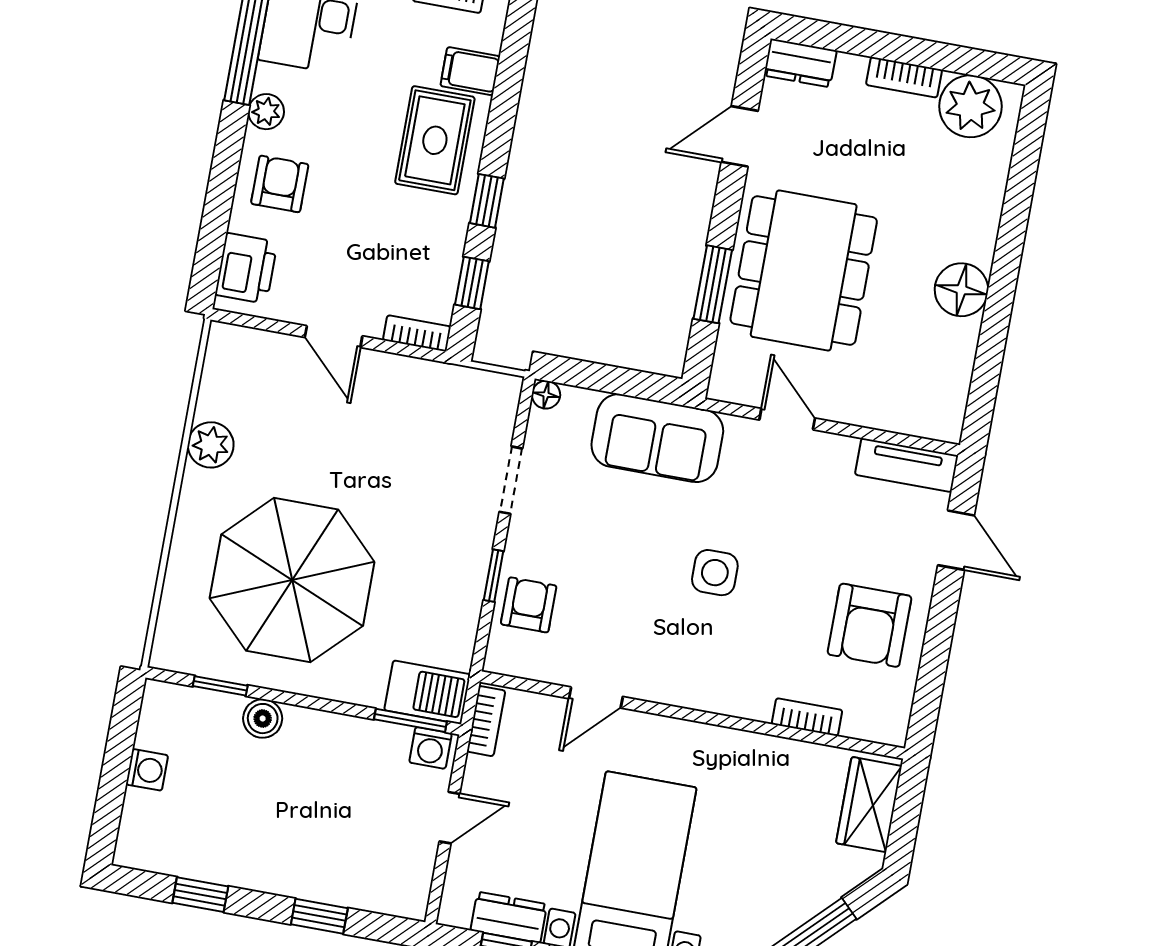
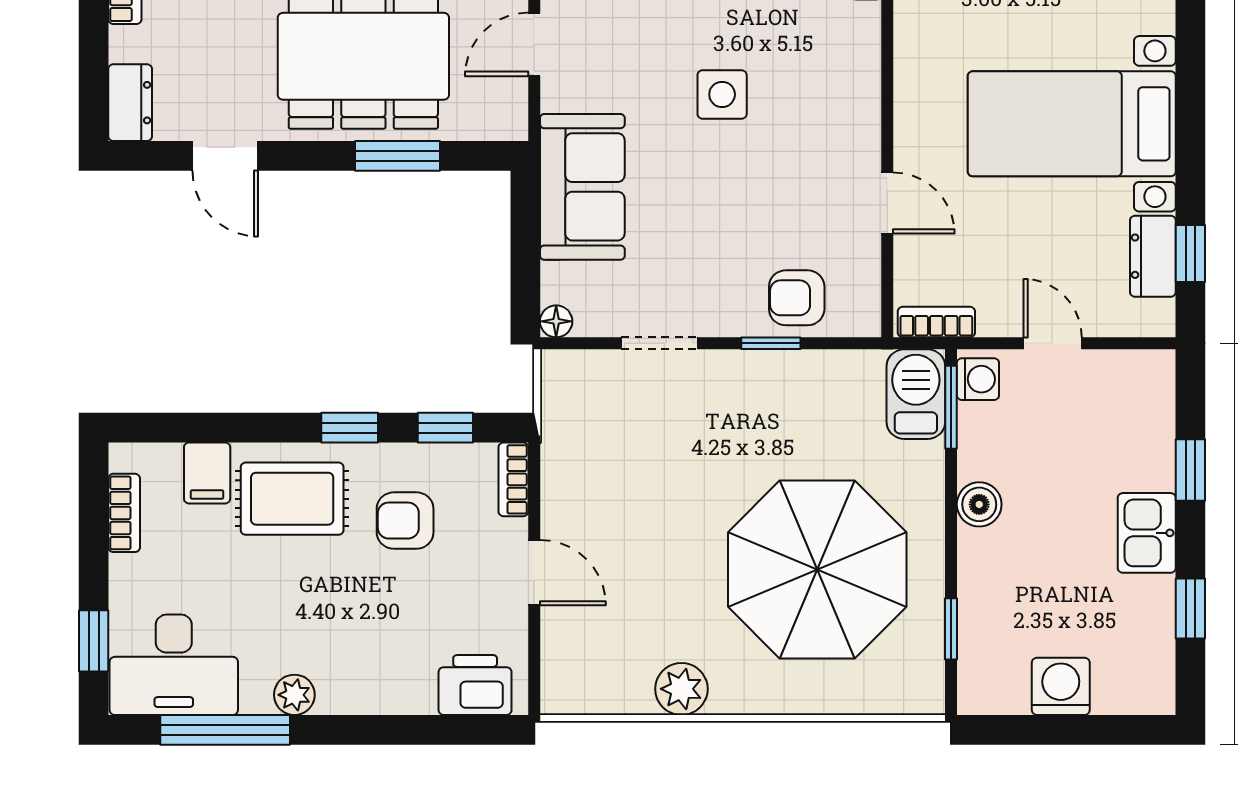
armchair: (280, 184) -> (405, 521), moved
door: (334, 337) -> (534, 573), hinge flipped
boiler: (263, 719) -> (979, 504), moved
washing machine: (147, 770) -> (1061, 686), width x1.38, depth x1.38
kitchen sink: (272, 869) -> (1147, 533), added

